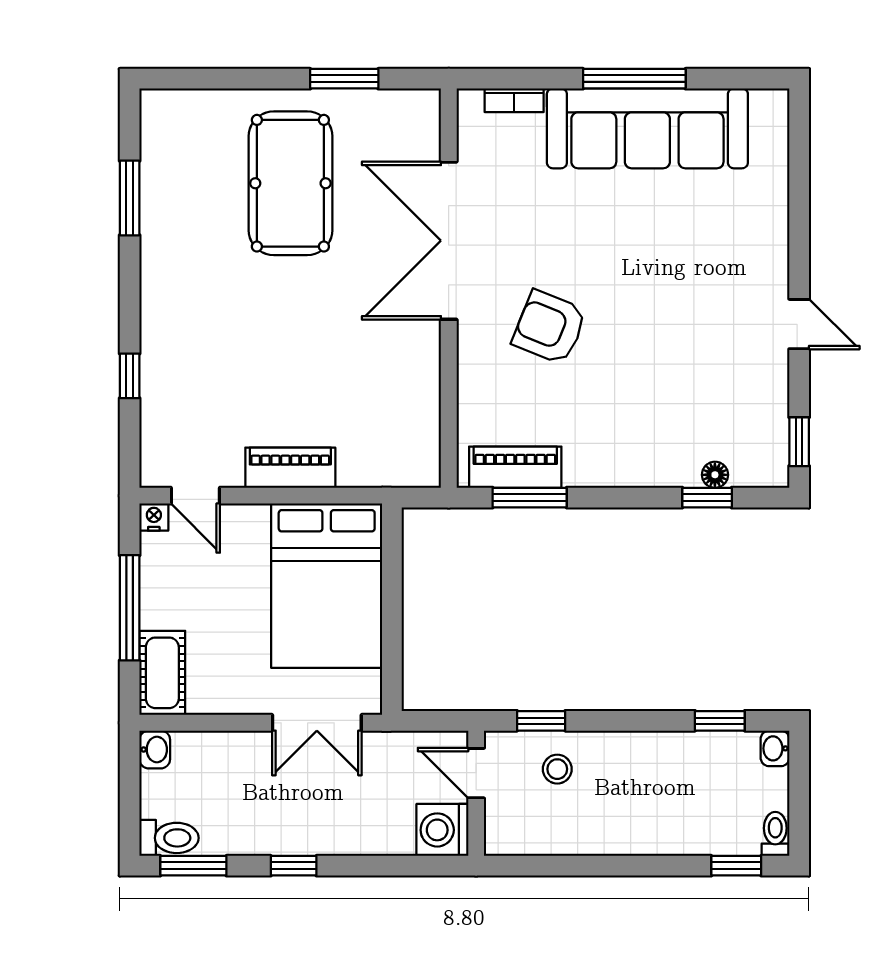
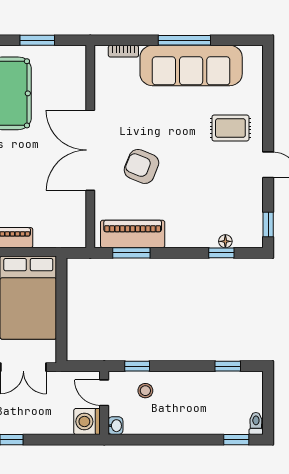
double door: (449, 241) -> (90, 150), moved
rug: (725, 252) -> (230, 128), added
piano: (515, 467) -> (133, 234), width x1.37, depth x1.33
washbasin: (775, 748) -> (115, 426), moved, turned 180

